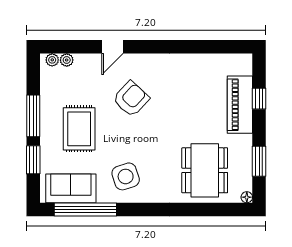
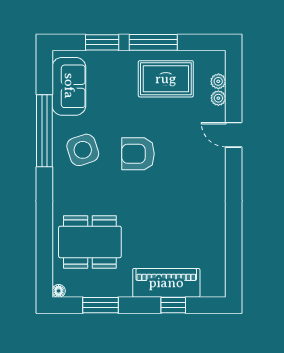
plant: (52, 60) -> (218, 98), moved
armchair: (131, 99) -> (138, 154), moved, turned 137
rug: (79, 129) -> (166, 79), moved
window: (85, 209) -> (44, 131), moved

